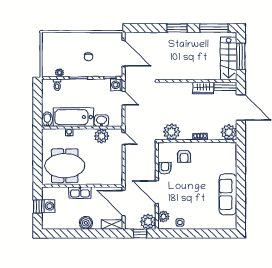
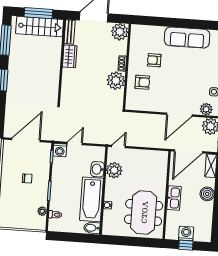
plant: (172, 132) -> (116, 81), moved
armchair: (165, 168) -> (154, 60), moved

